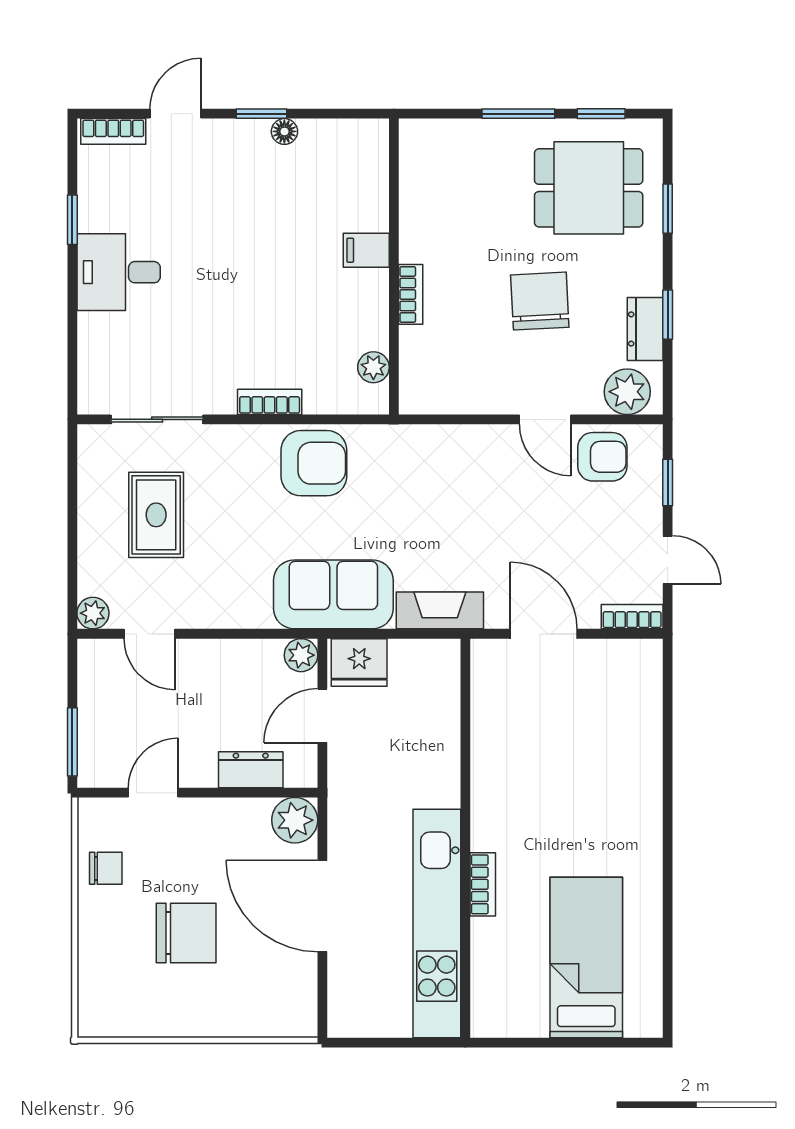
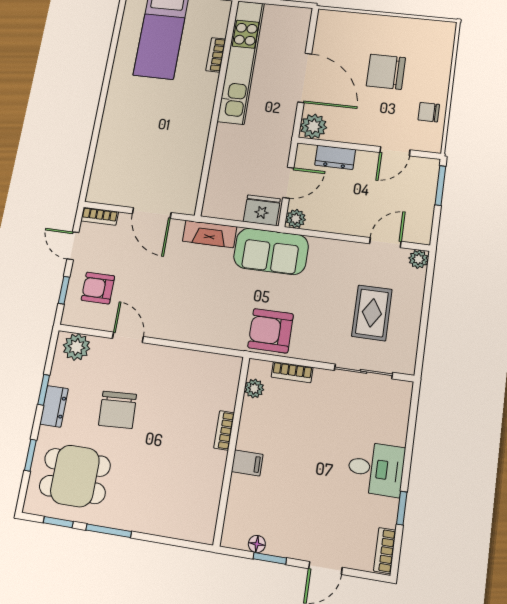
bookcase: (113, 131) -> (385, 551), moved, turned -90
filing cabinet: (366, 250) -> (247, 463), moved
wall: (394, 267) -> (232, 450), moved
bookcase: (411, 294) -> (224, 430), moved
dresser: (645, 329) -> (54, 406), moved
plant: (373, 367) -> (254, 388), moved
armchair: (602, 457) -> (98, 288), moved
door: (149, 634) -> (385, 243), hinge flipped
bookcase: (483, 884) -> (216, 55), moved

